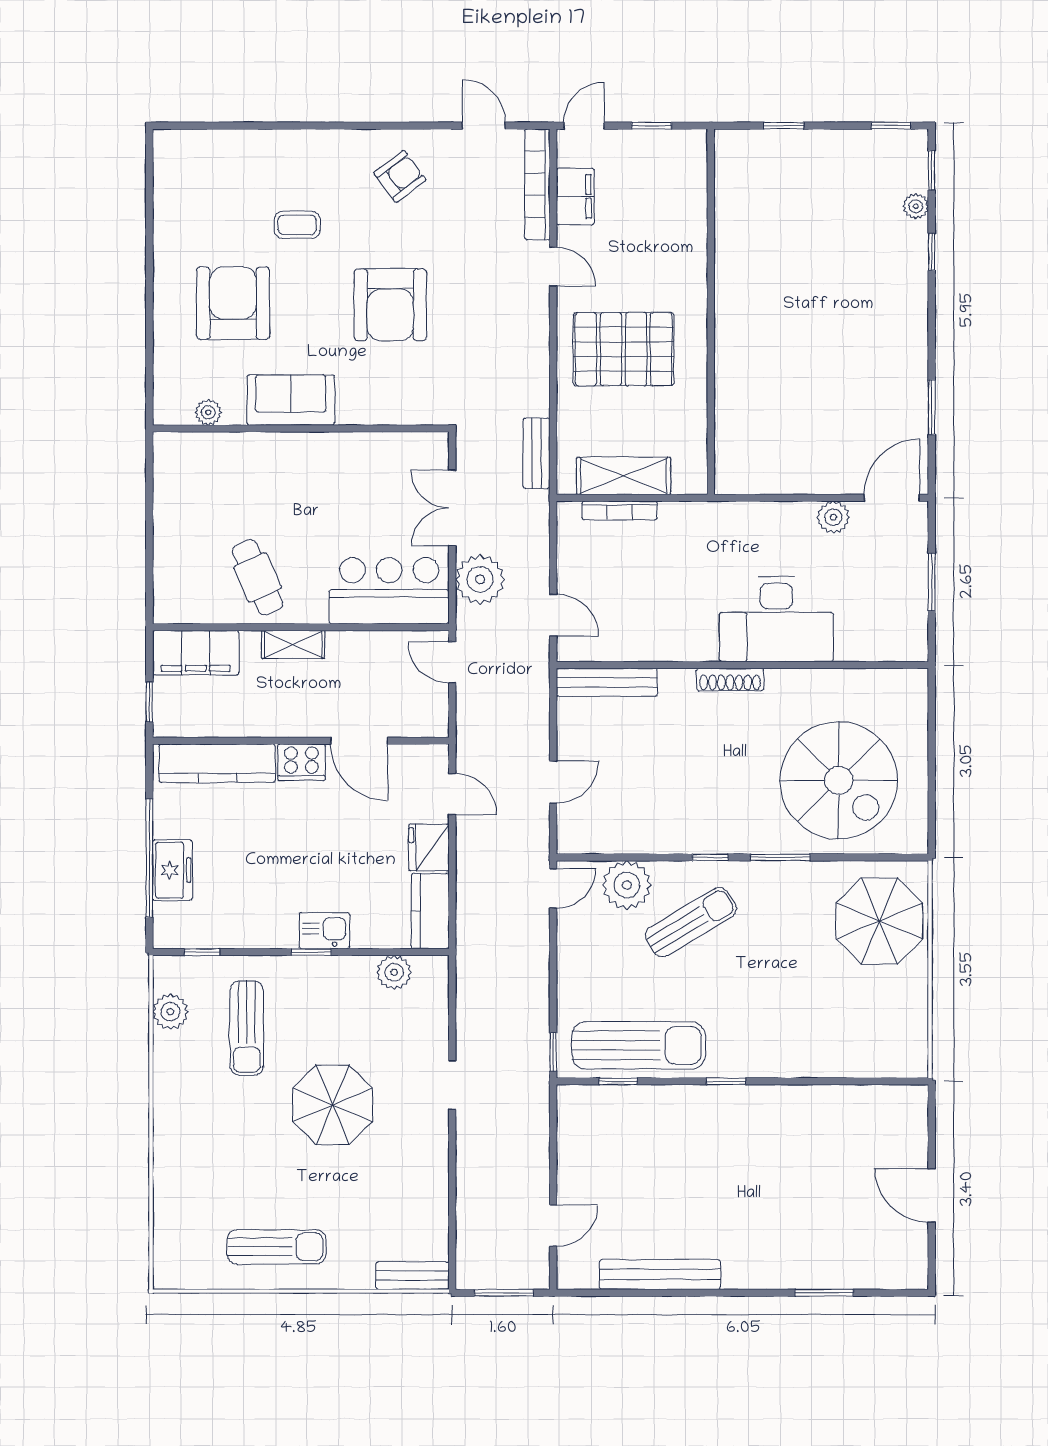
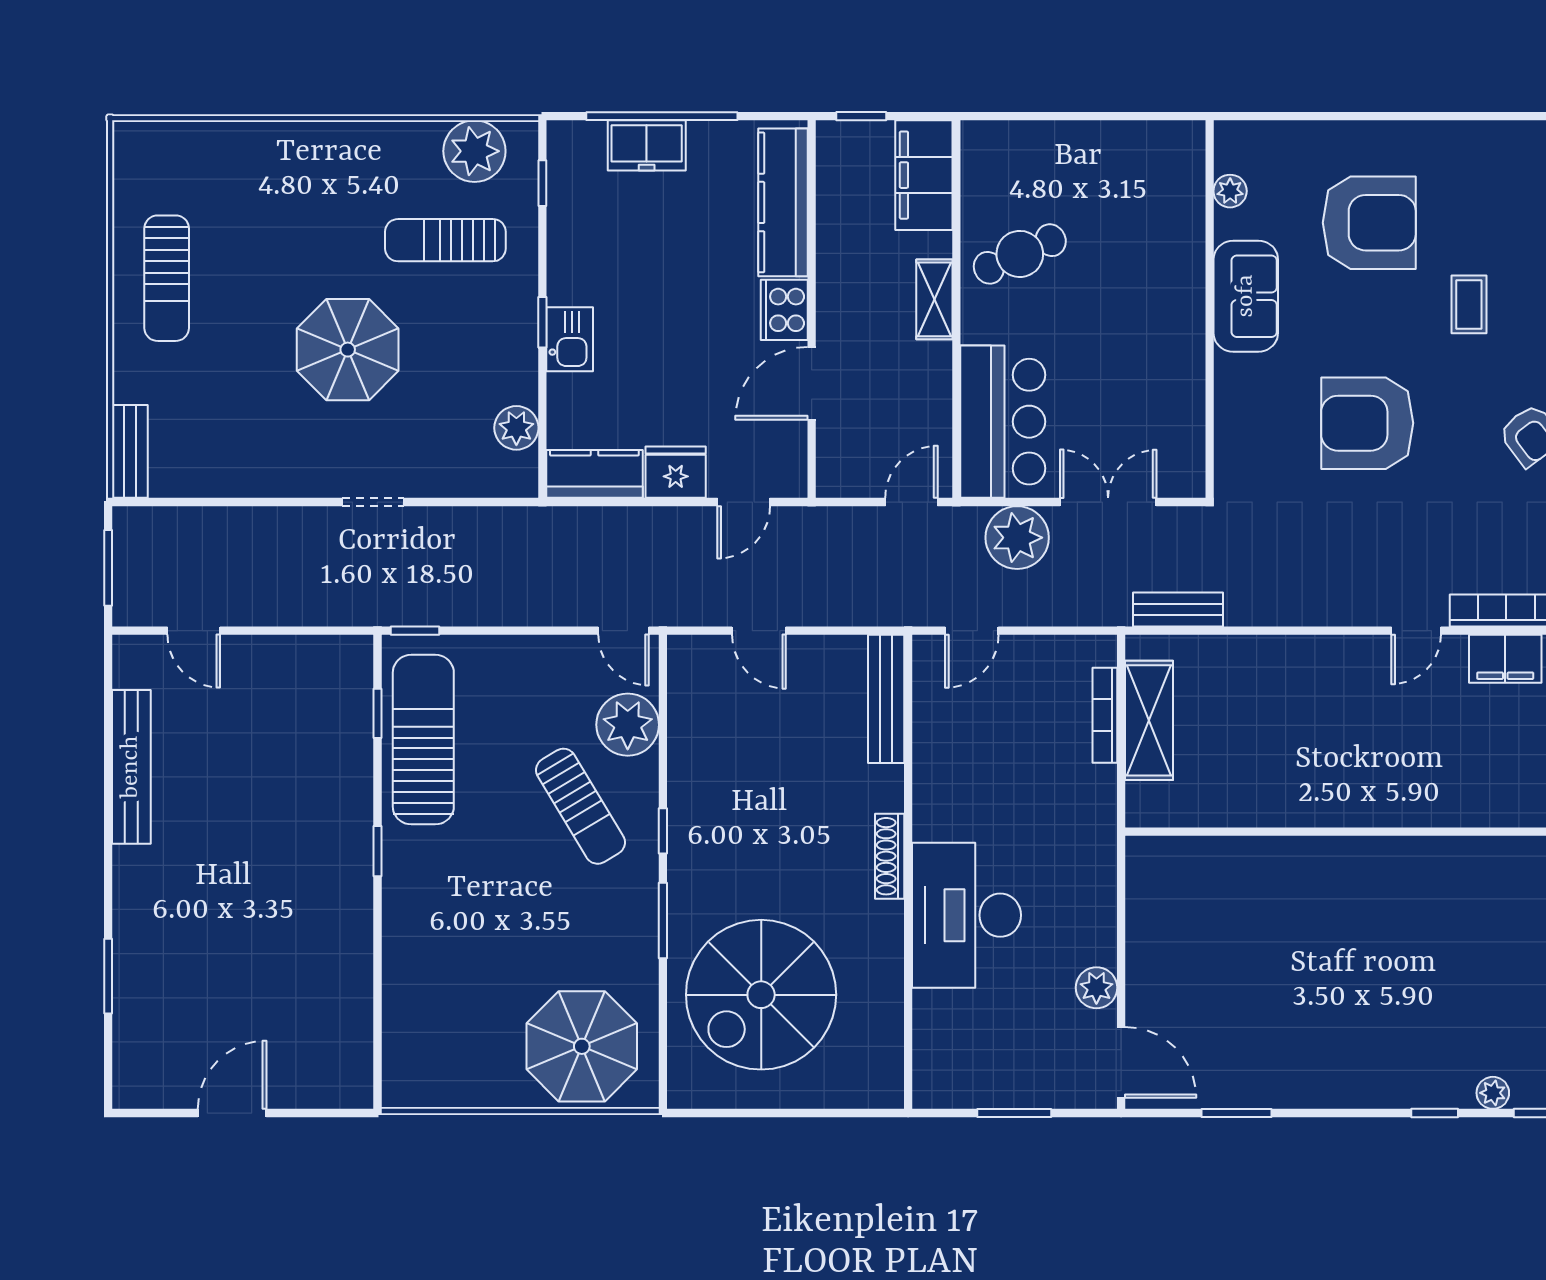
pallet: (623, 349) -> (1311, 720), removed
plant: (170, 1012) -> (474, 151), width x1.36, depth x1.36
sun lounger: (639, 1045) -> (423, 740), turned 180

